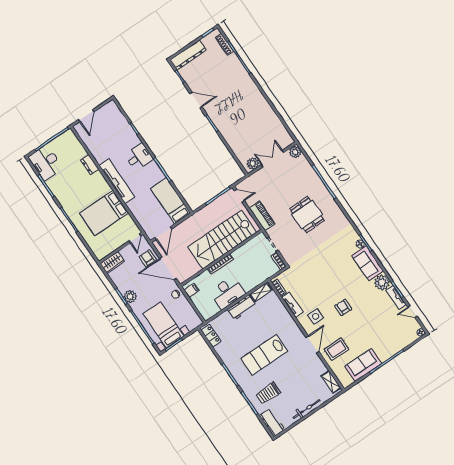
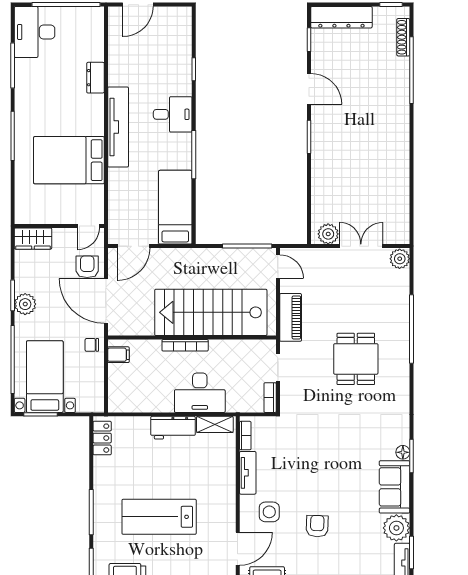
desk: (227, 293) -> (200, 393), moved

